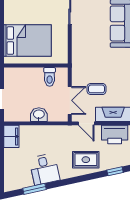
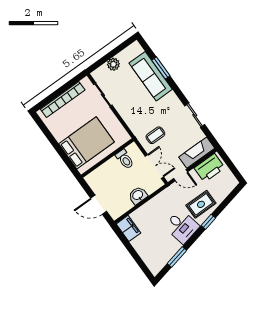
coffee table: (97, 89) -> (155, 135), moved
desk: (44, 169) -> (182, 226), moved
window: (115, 171) -> (208, 222), moved

